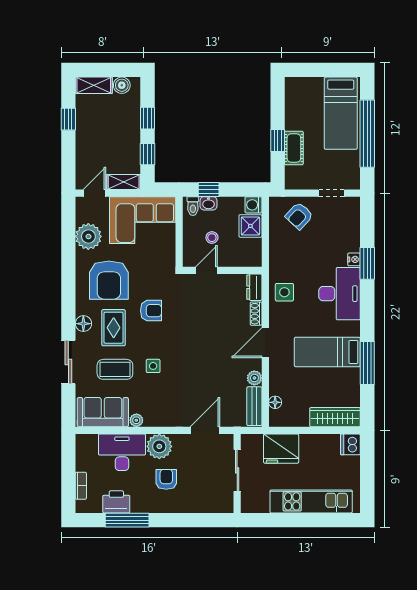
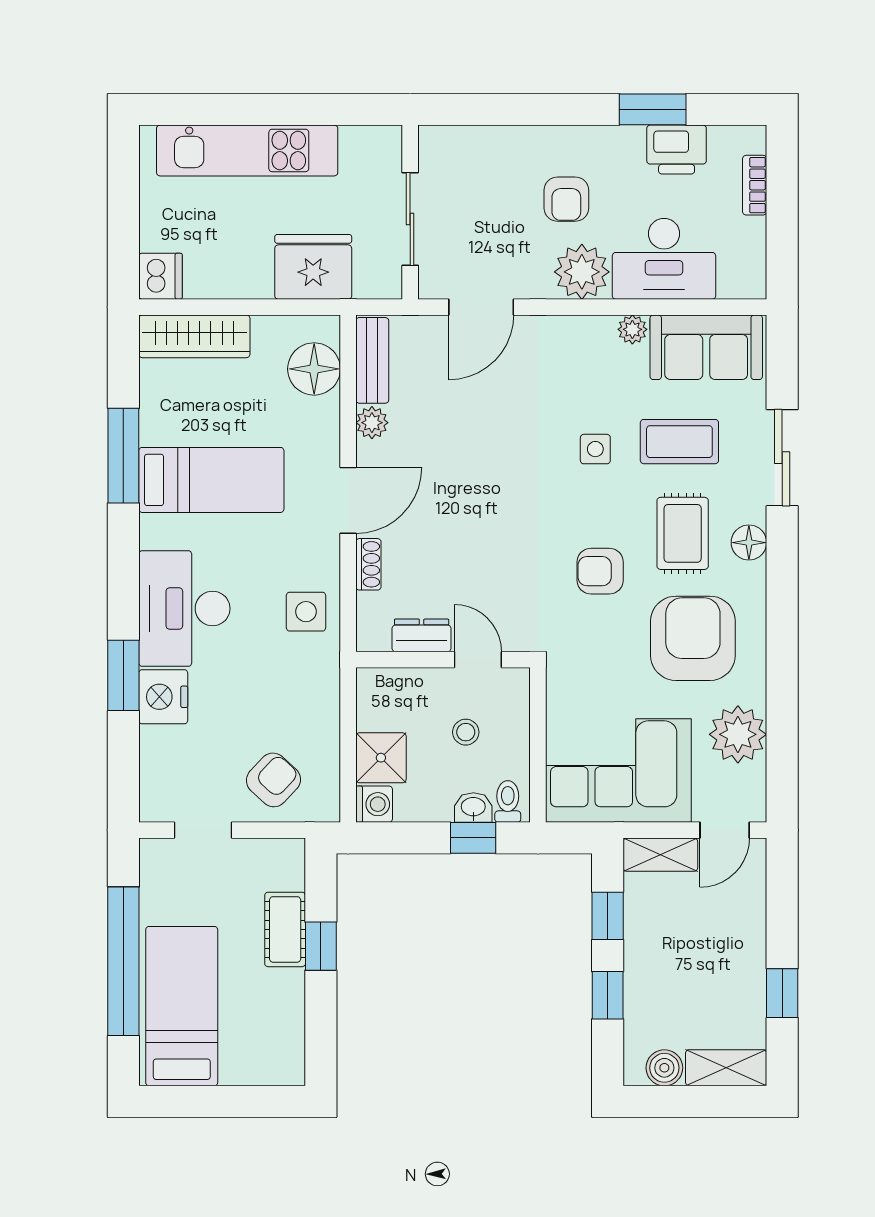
nightstand: (354, 259) -> (163, 697), width x1.89, depth x1.79
door: (206, 270) -> (478, 660), swing flipped
dresser: (254, 287) -> (422, 635), moved, turned -90
floor lamp: (275, 402) -> (314, 369), width x1.89, depth x1.89
window: (127, 520) -> (653, 109), width x0.69

